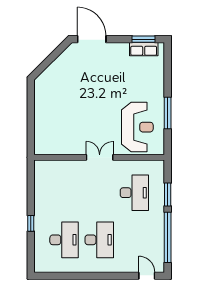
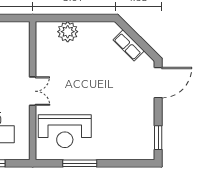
row of seats: (144, 49) -> (129, 45), moved, turned -45
plant: (44, 124) -> (68, 32), added

